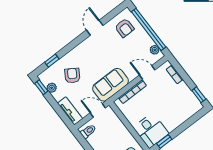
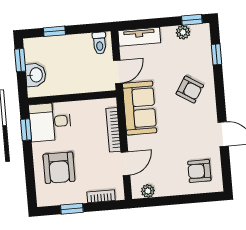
window: (149, 29) -> (178, 200), removed
armchair: (72, 76) -> (190, 90), moved
window: (199, 95) -> (72, 209), moved
armchair: (174, 109) -> (59, 168), added

